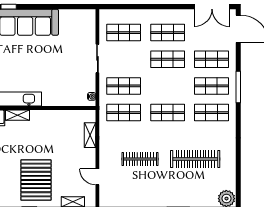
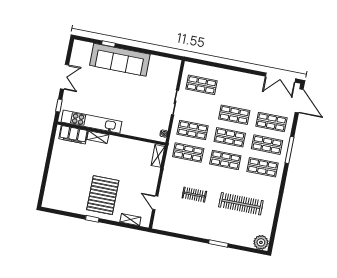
shop shelf: (168, 33) -> (230, 137), moved
shelving: (90, 135) -> (158, 156), moved
clothes rail: (140, 159) -> (194, 195), width x0.73

